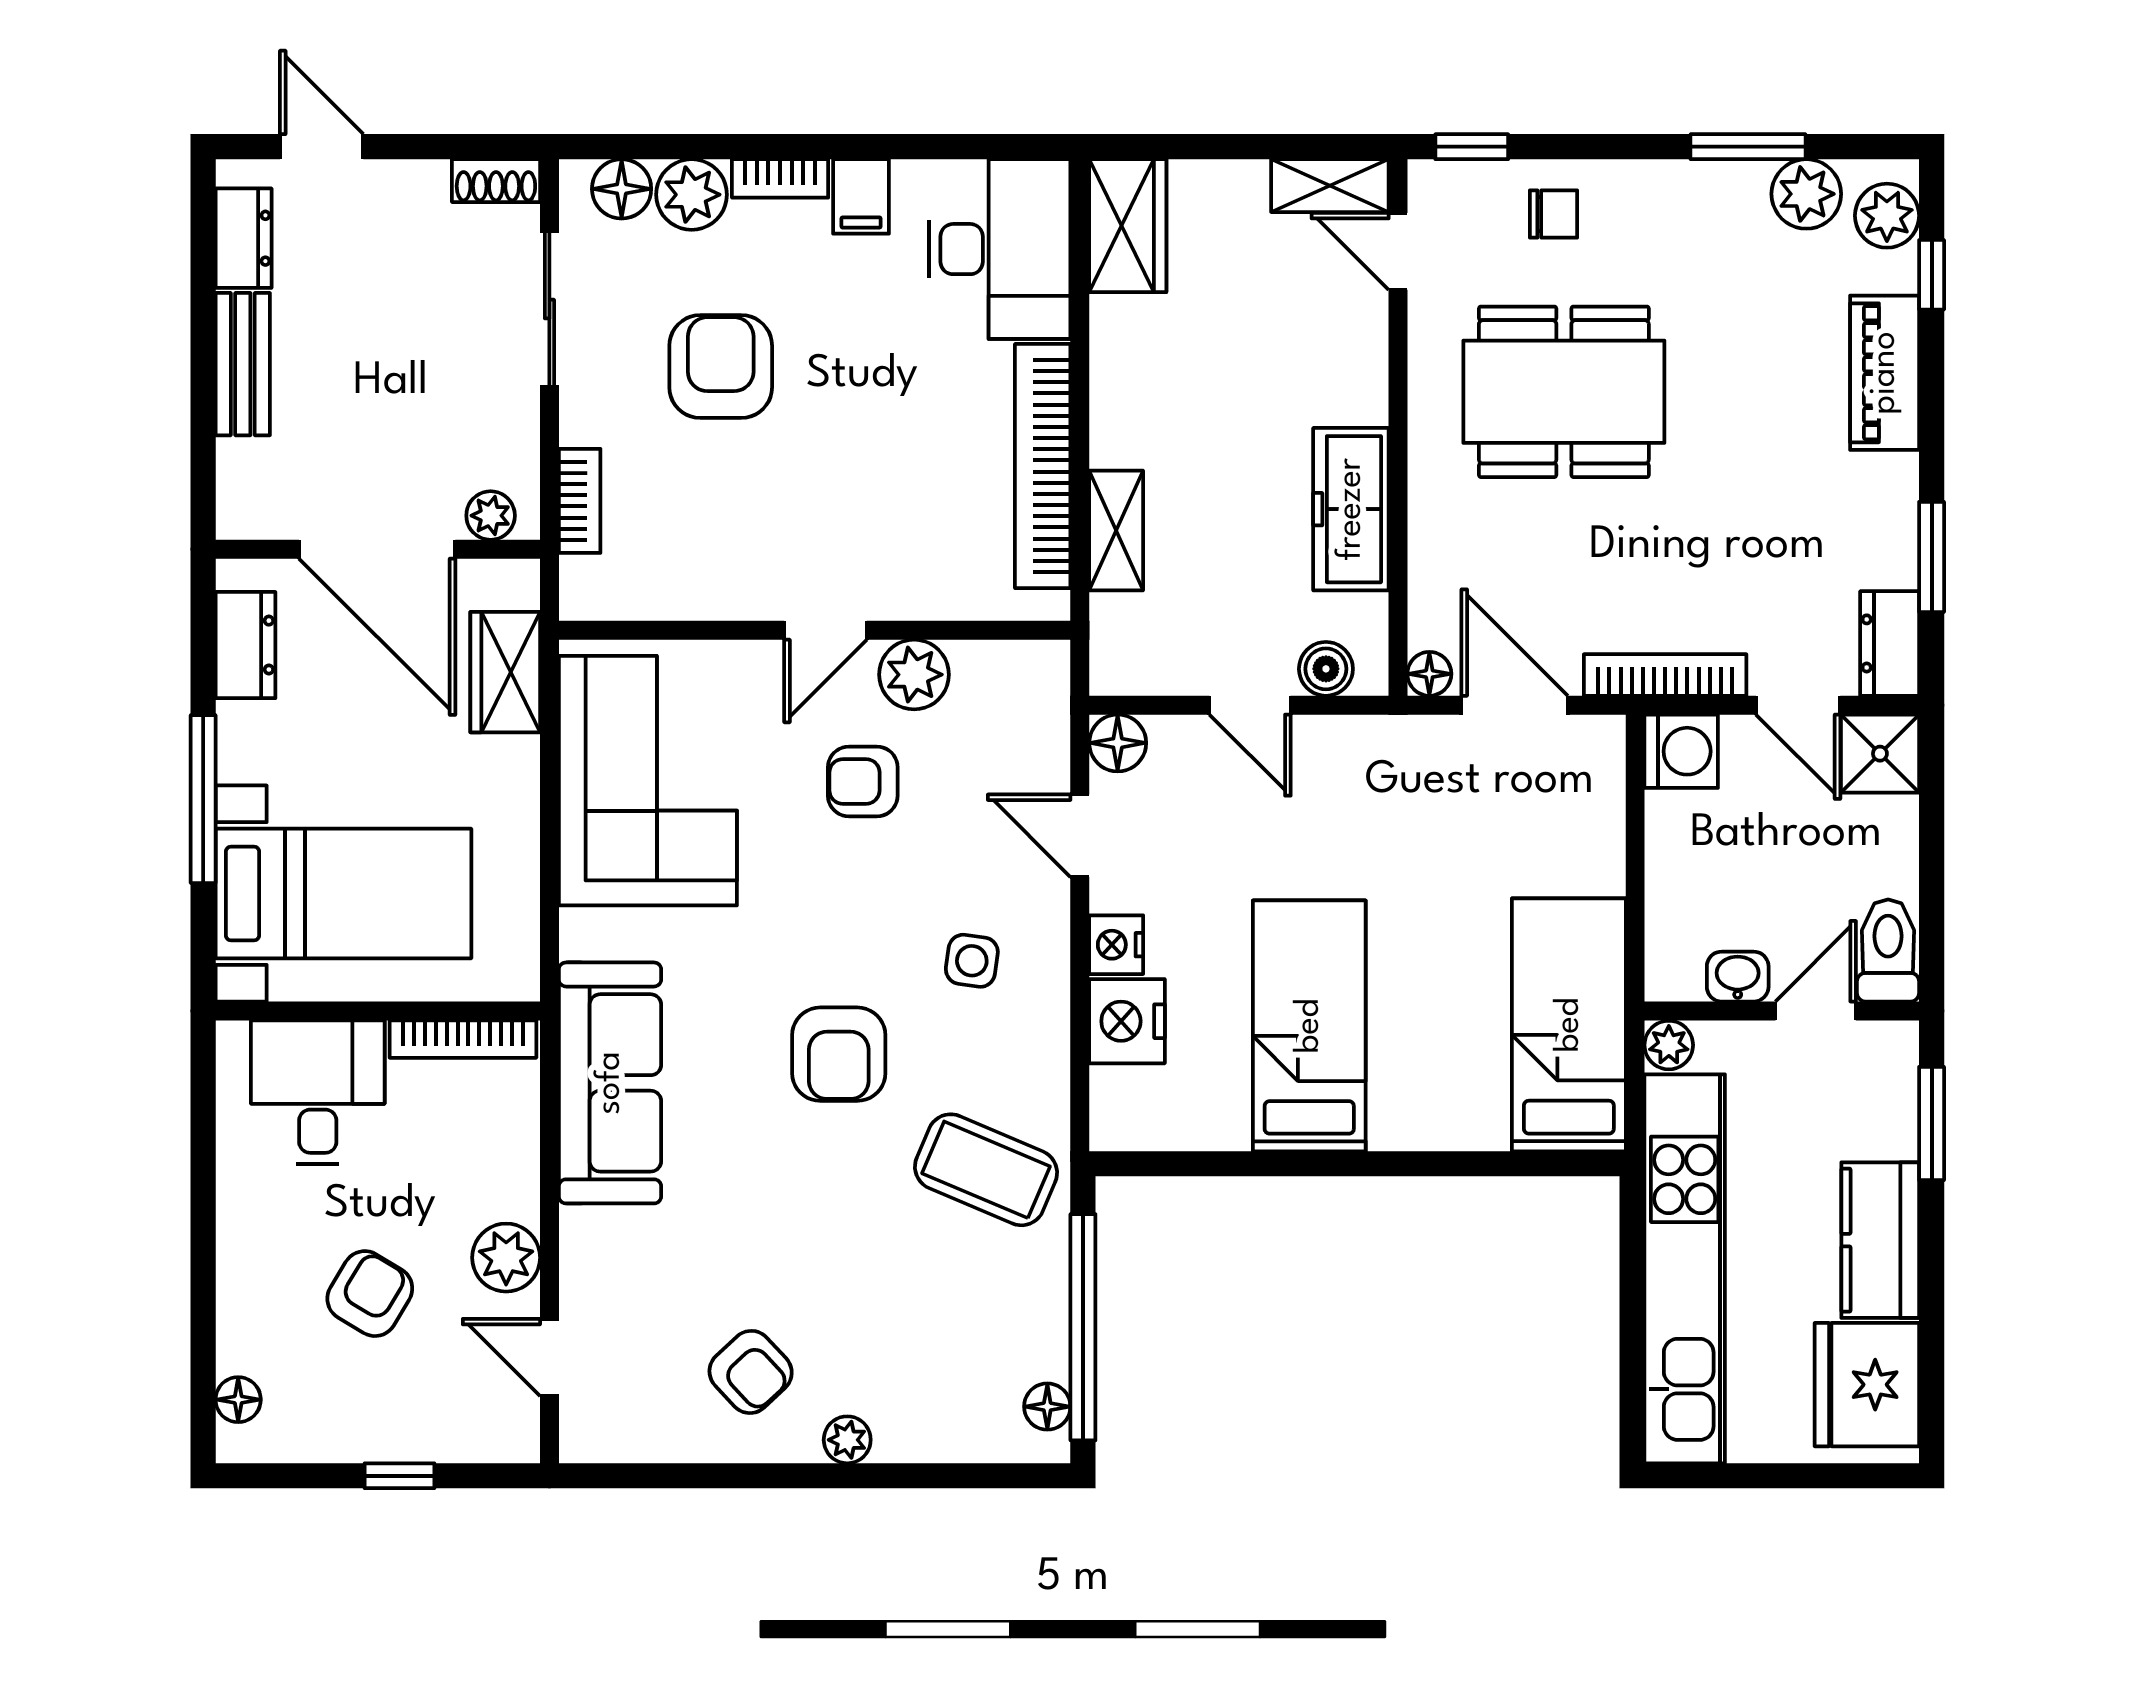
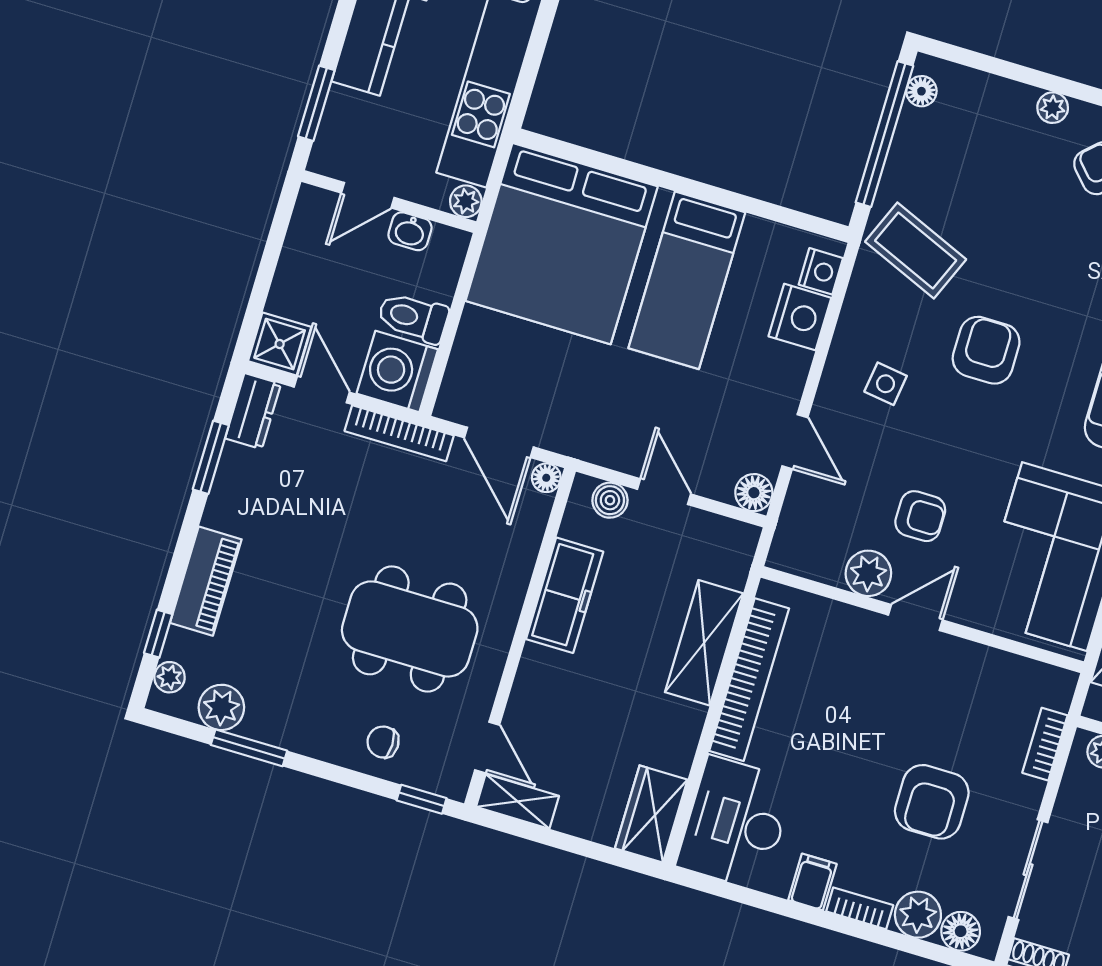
plant: (1887, 216) -> (170, 677), width x0.73, depth x0.73
shelving: (1116, 531) -> (704, 643), width x1.50, depth x1.33
washing machine: (1681, 751) -> (397, 371), width x1.37, depth x1.37
nightstand: (1116, 945) -> (821, 271), moved
toilet: (1888, 950) -> (413, 317), moved, turned 90
bed: (1569, 1025) -> (562, 244), width x2.04

